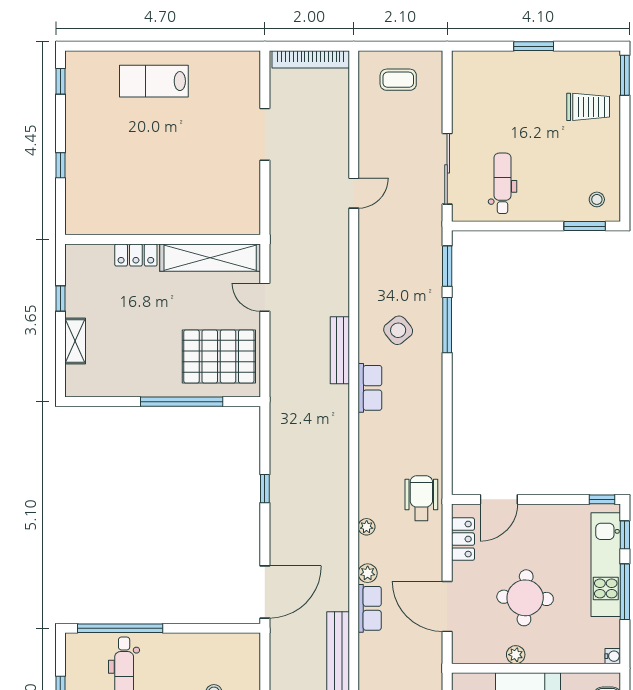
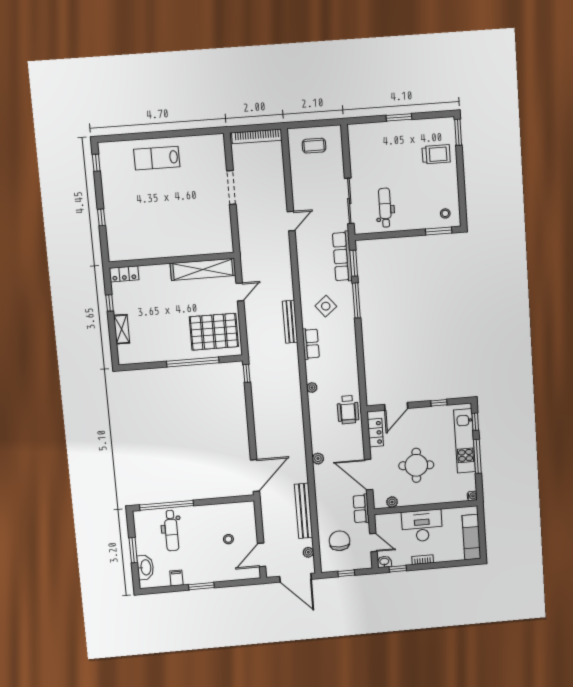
row of seats: (430, 254) -> (342, 256), added
locker: (136, 255) -> (124, 274), moved
door: (265, 297) -> (240, 292), swing flipped
window: (265, 489) -> (247, 373), moved
wheelchair: (421, 498) -> (348, 410), turned 180
window: (602, 499) -> (439, 403), moved
plant: (367, 527) -> (312, 387), moved
row of seats: (370, 608) -> (361, 509), moved, turned 180
plant: (516, 655) -> (392, 502), moved

